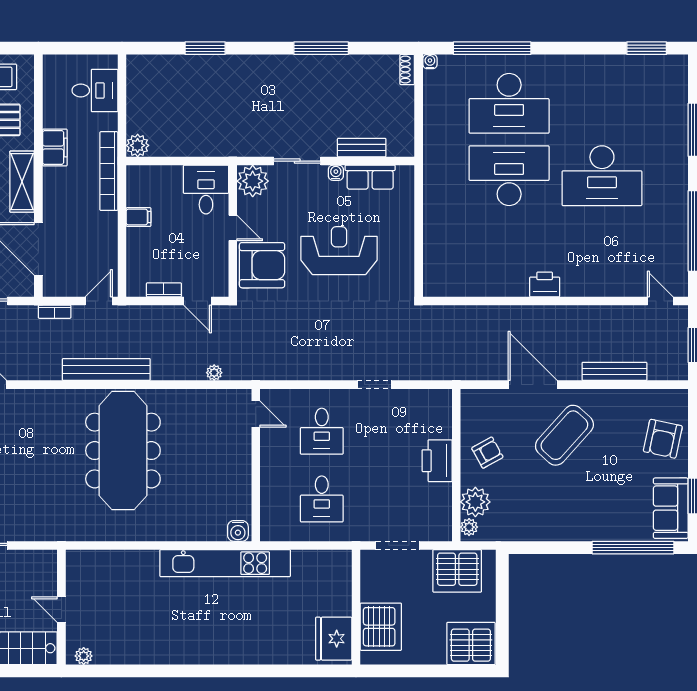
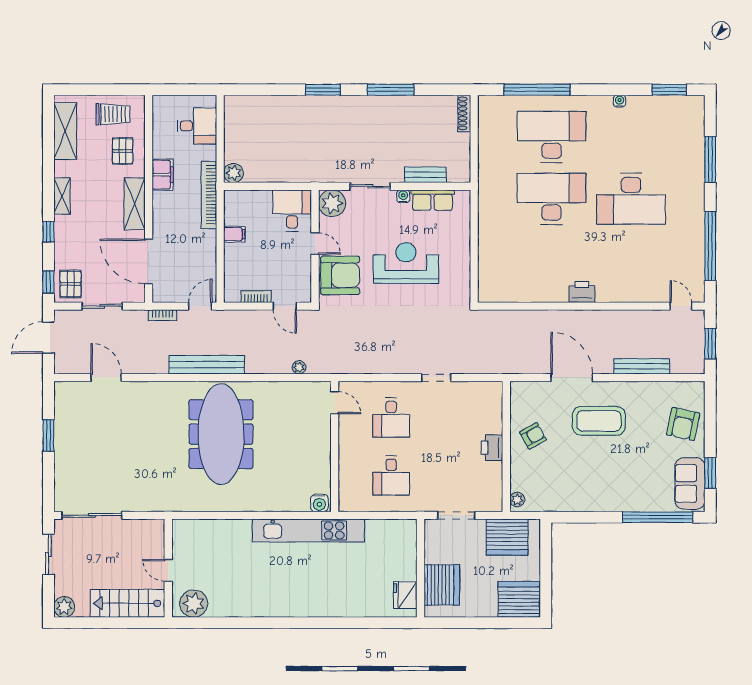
window: (205, 48) -> (323, 90), moved
water cooler: (430, 62) -> (620, 101), moved
shoe rack: (407, 70) -> (464, 113), width x1.43
desk: (509, 103) -> (552, 137), turned 180
coffee table: (564, 435) -> (599, 421), turned 48
printer: (437, 461) -> (492, 448), width x0.73, depth x0.84
plant: (475, 502) -> (523, 478), removed
fridge: (334, 639) -> (405, 595), width x0.73, depth x0.75
plant: (84, 656) -> (194, 604), width x1.88, depth x1.88

